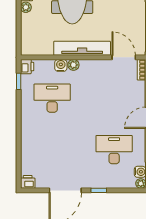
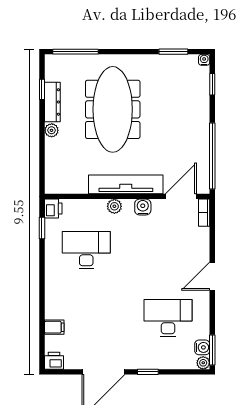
door: (124, 57) -> (181, 196), hinge flipped
water cooler: (61, 65) -> (143, 207), moved
filing cabinet: (28, 156) -> (54, 327), added

